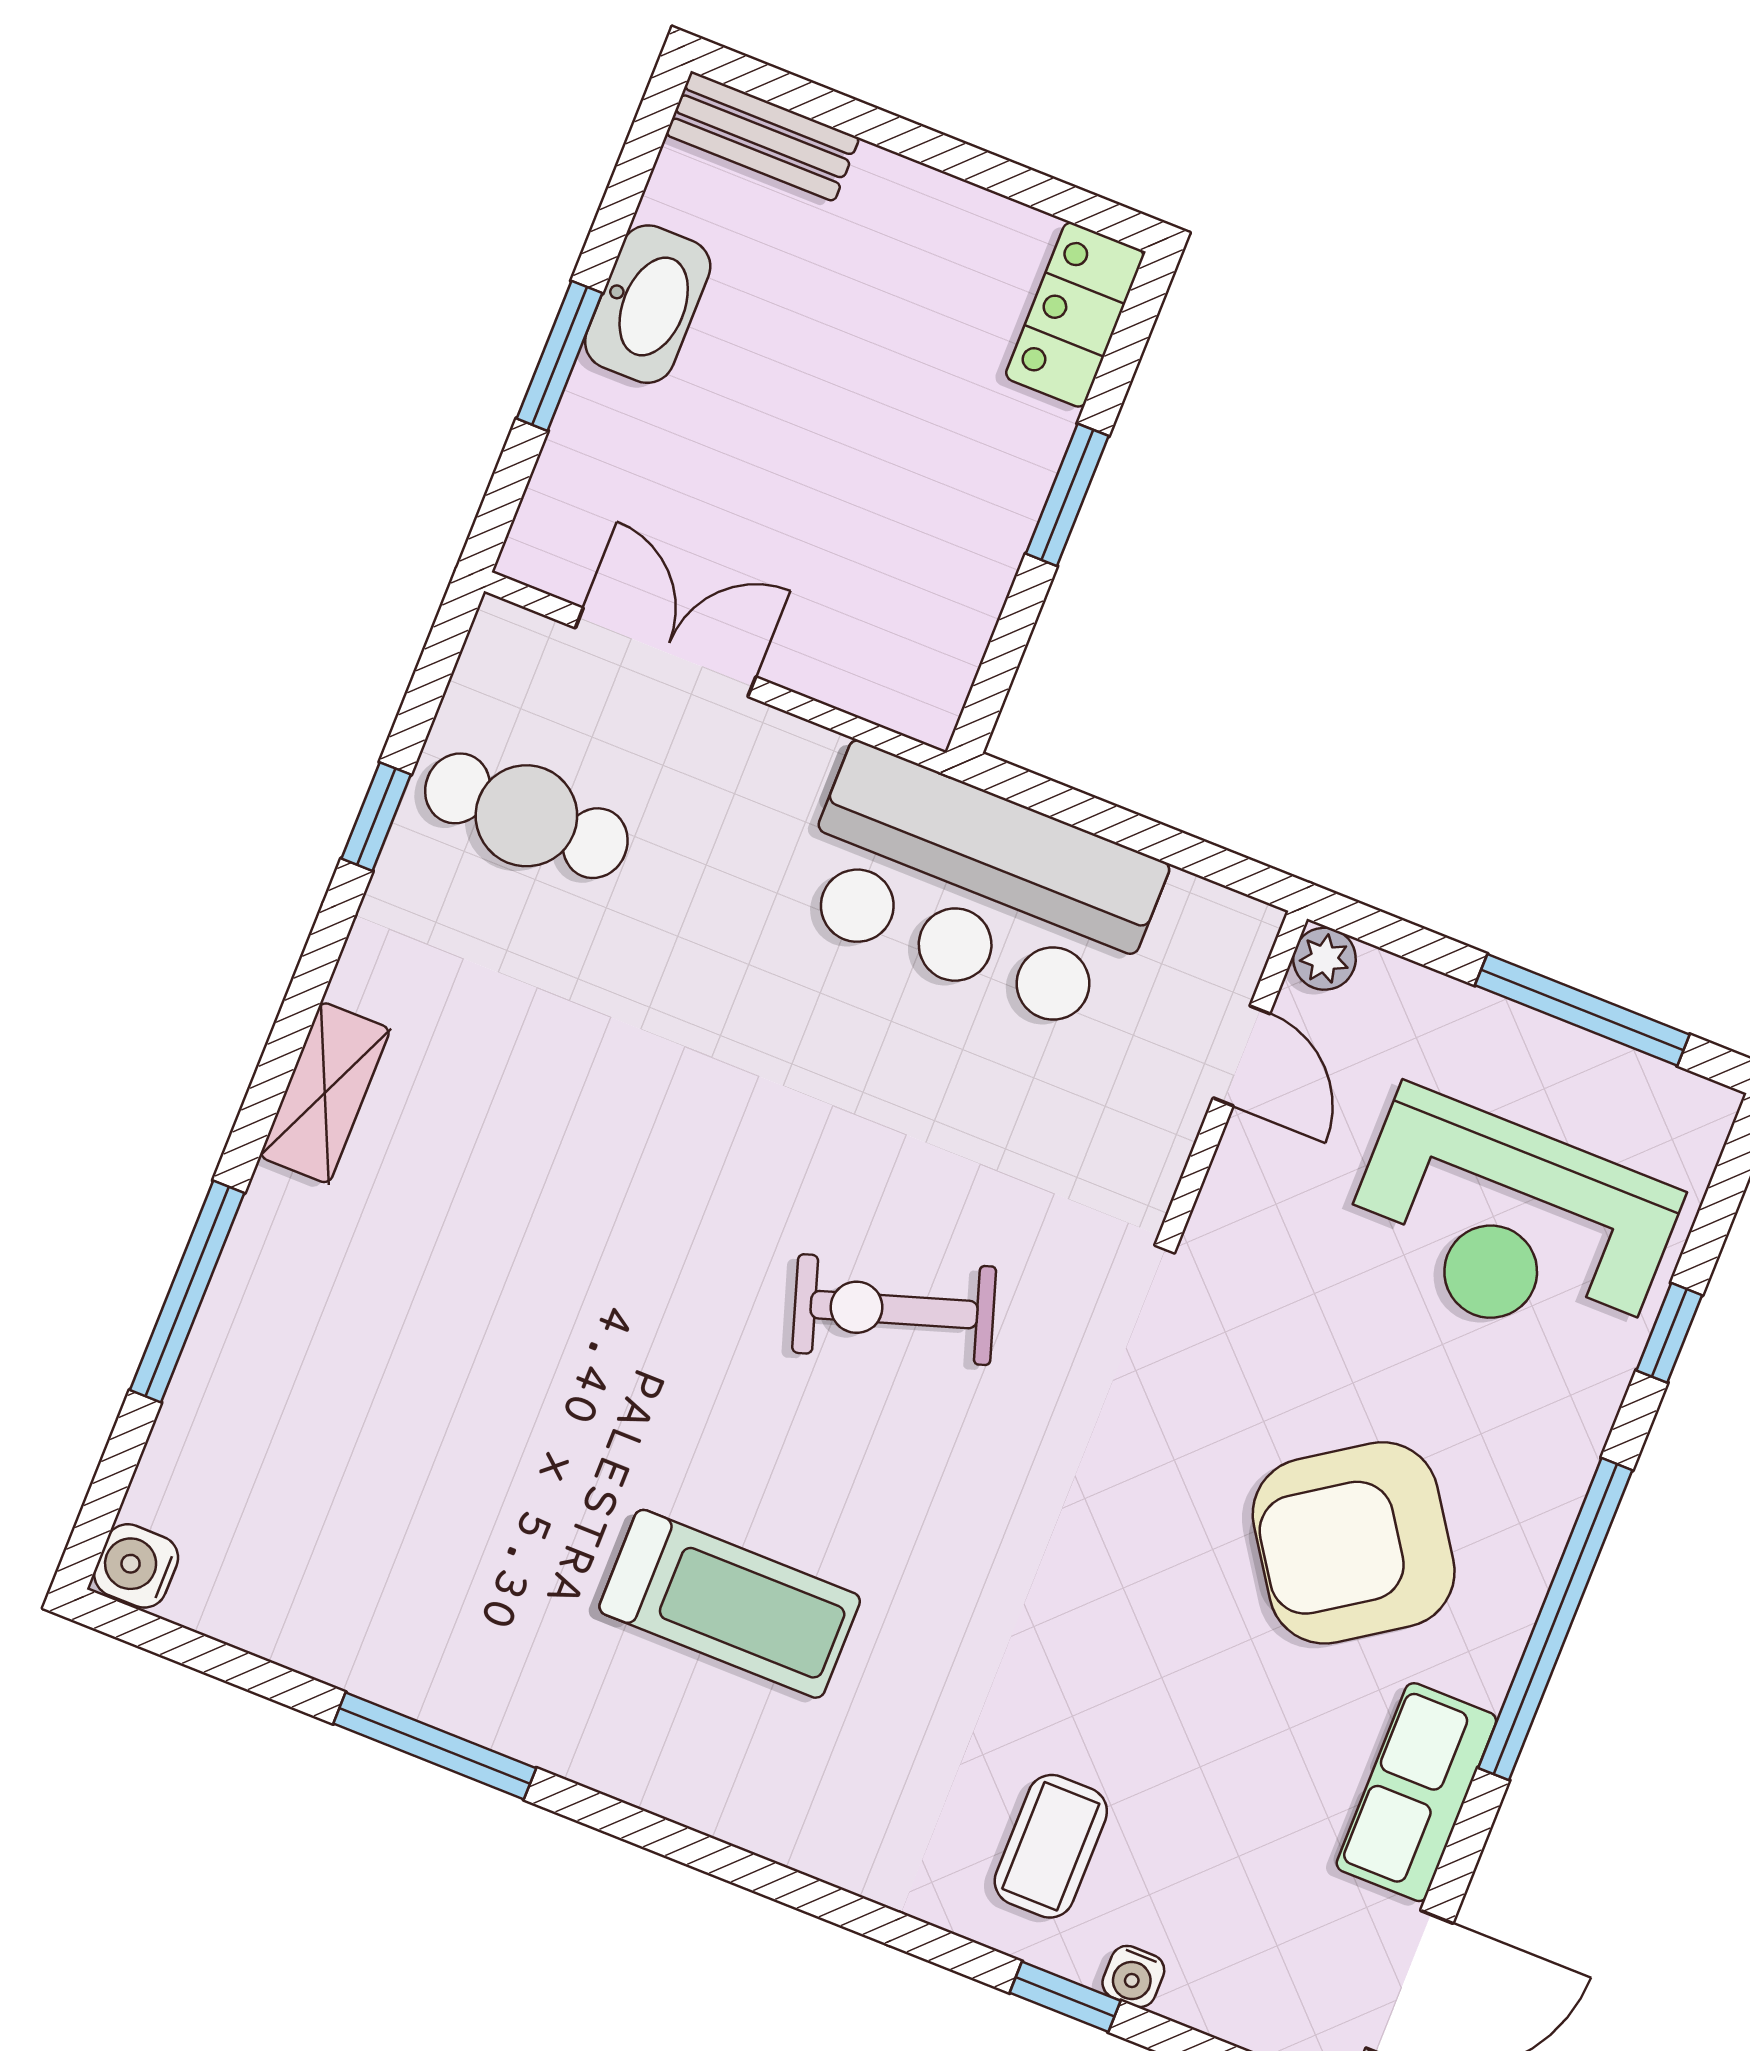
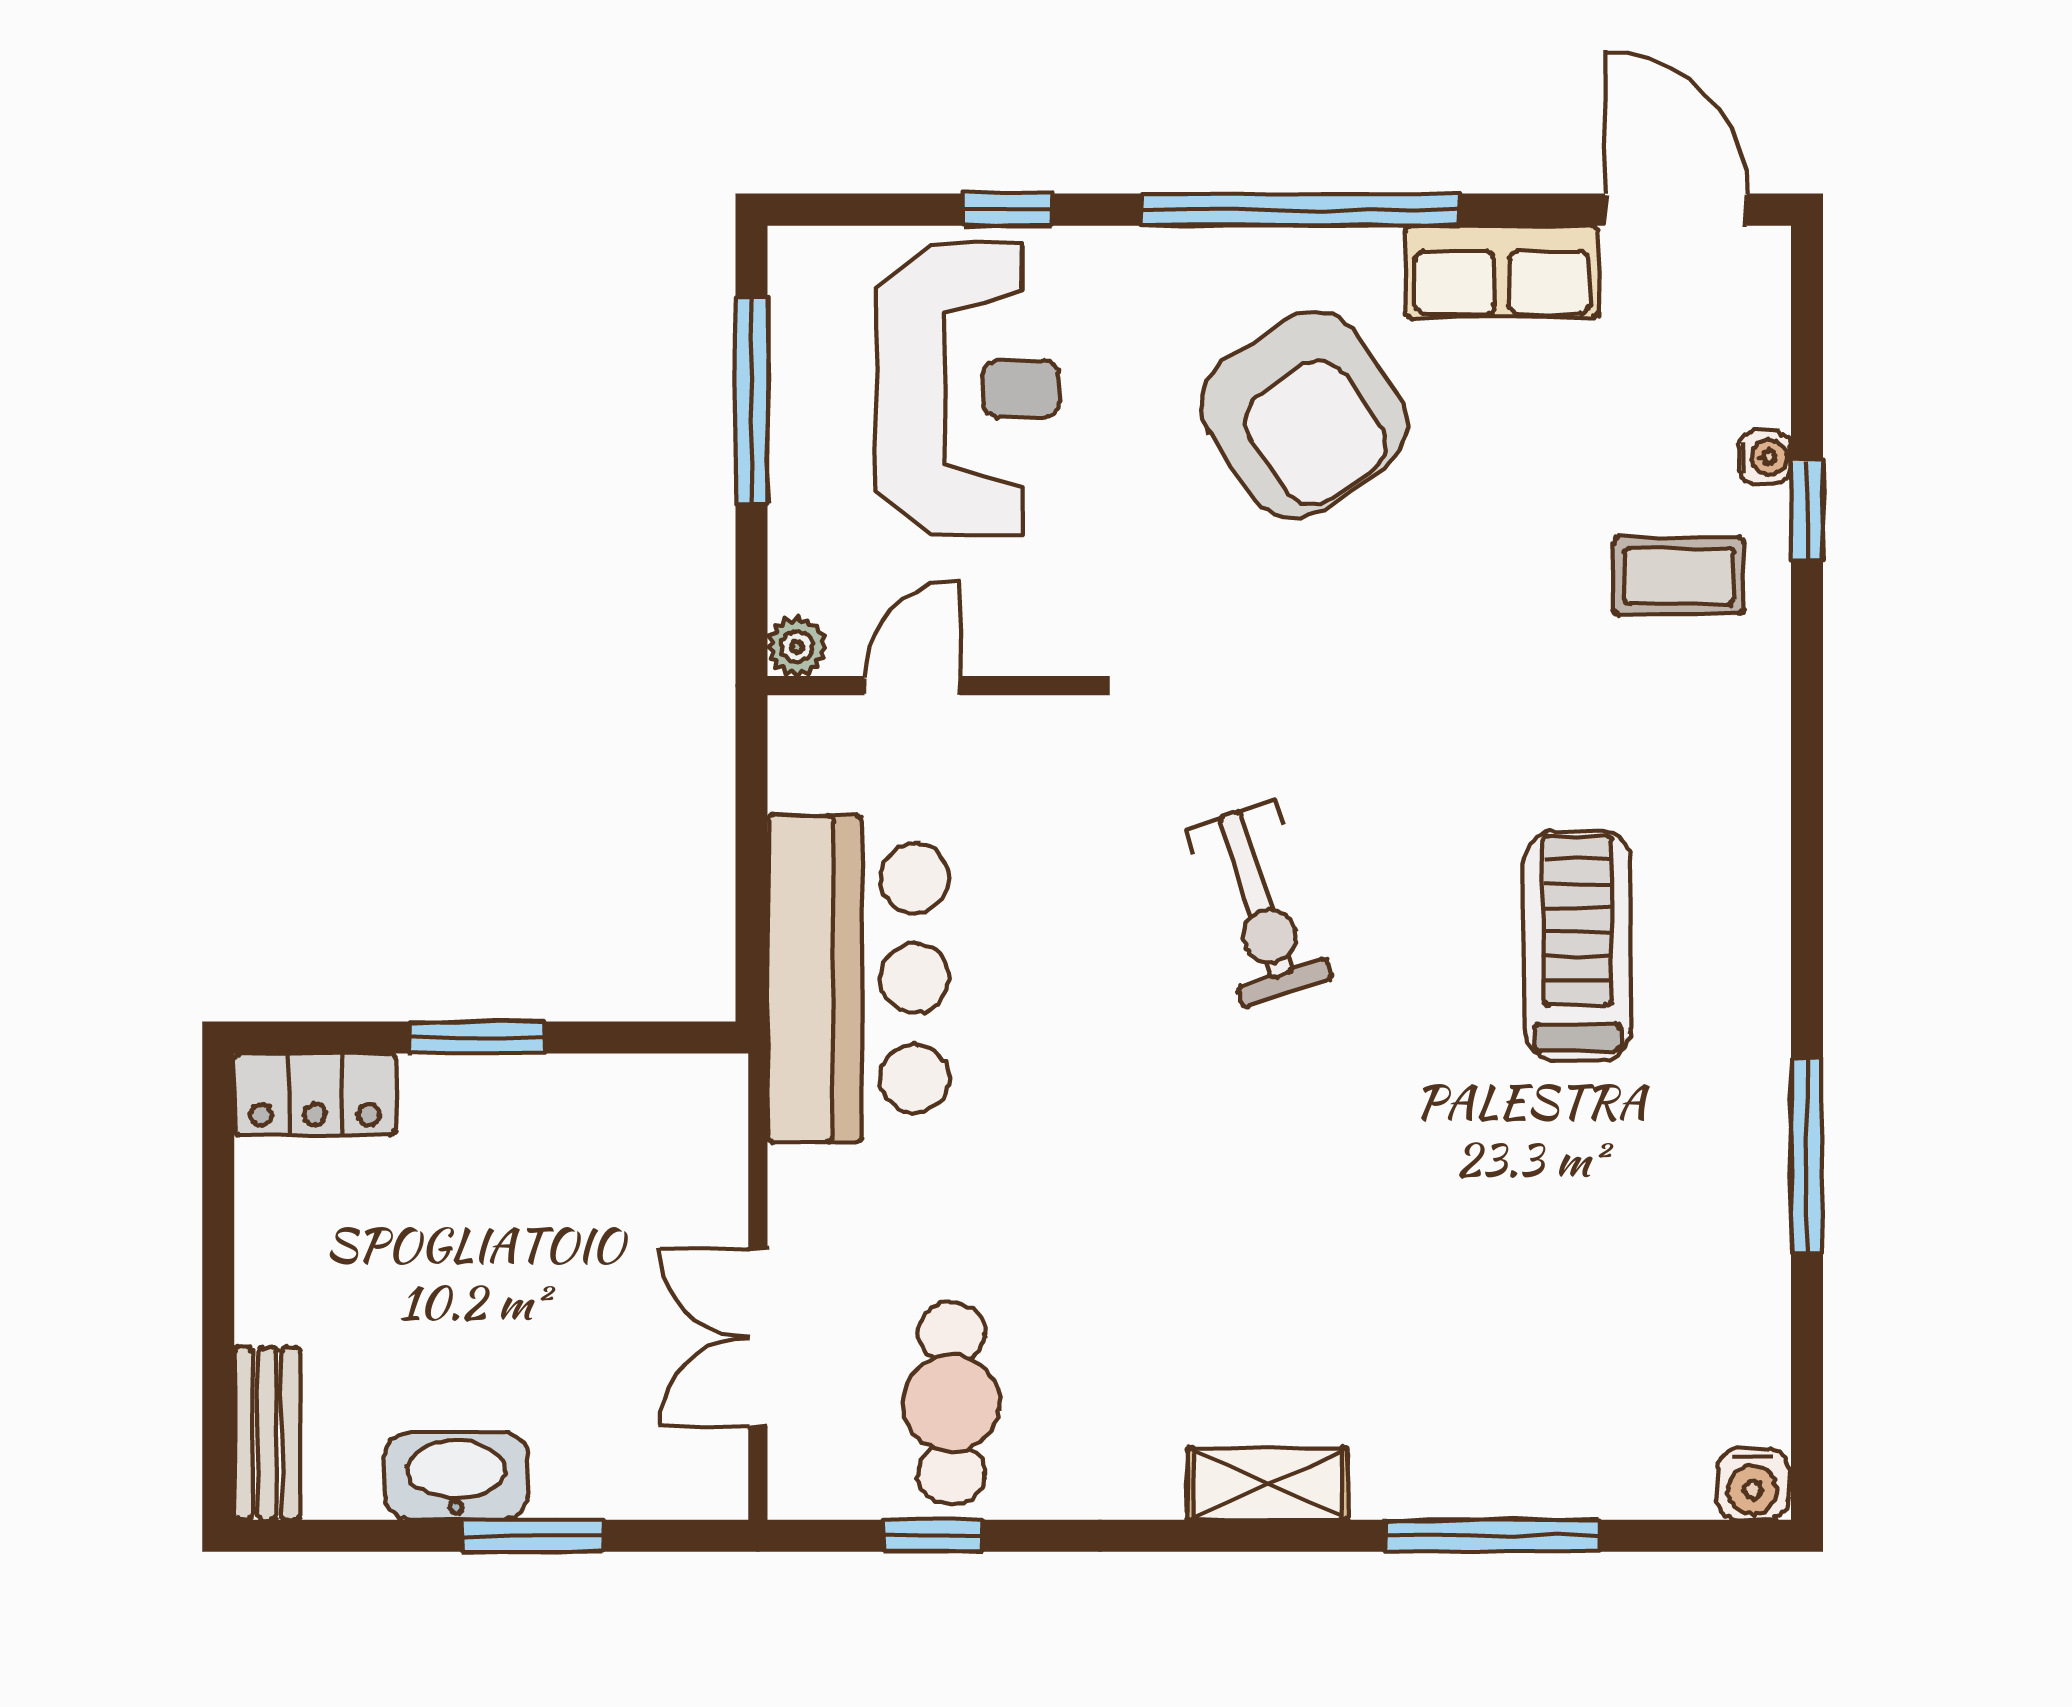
window: (376, 817) -> (933, 1536), moved

